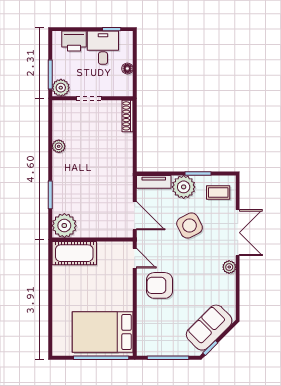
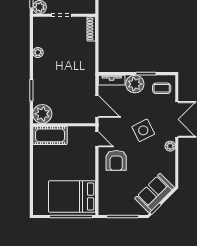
side table: (190, 226) -> (143, 130), moved
armchair: (160, 285) -> (116, 160), turned -90

